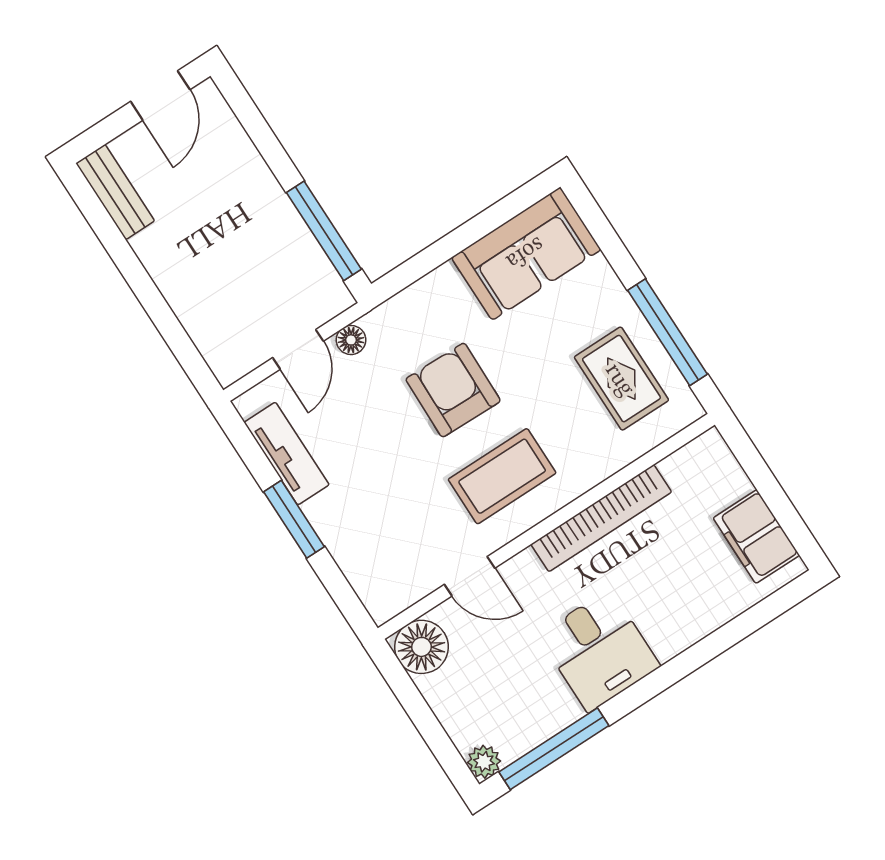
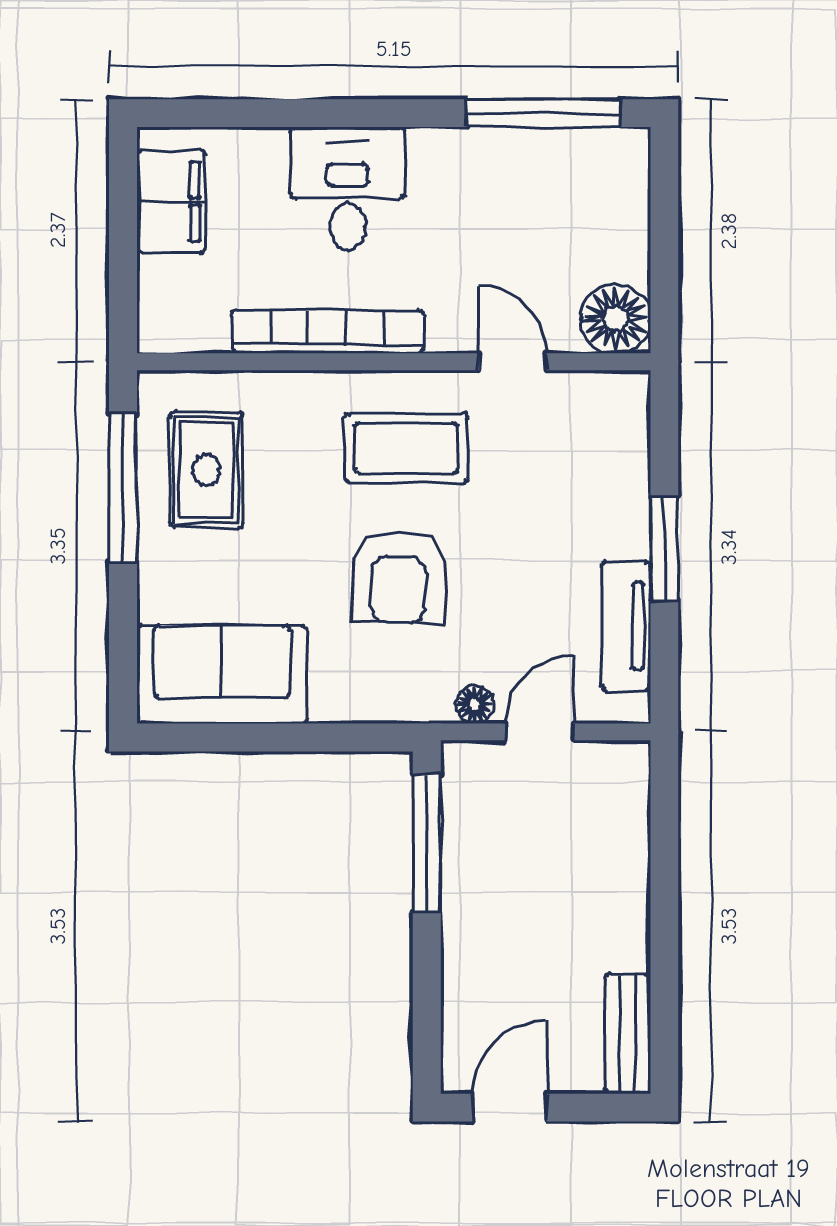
desk: (599, 651) -> (348, 188), moved
plant: (484, 762) -> (629, 149), removed

